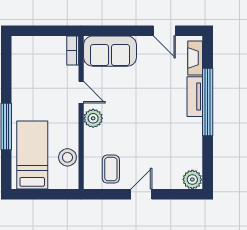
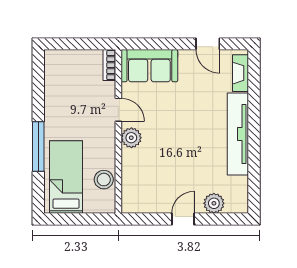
tv unit: (195, 97) -> (238, 134), width x1.92, depth x1.29
window: (208, 102) -> (254, 120), removed
coffee table: (111, 169) -> (150, 192), removed
plant: (192, 180) -> (214, 203), moved

